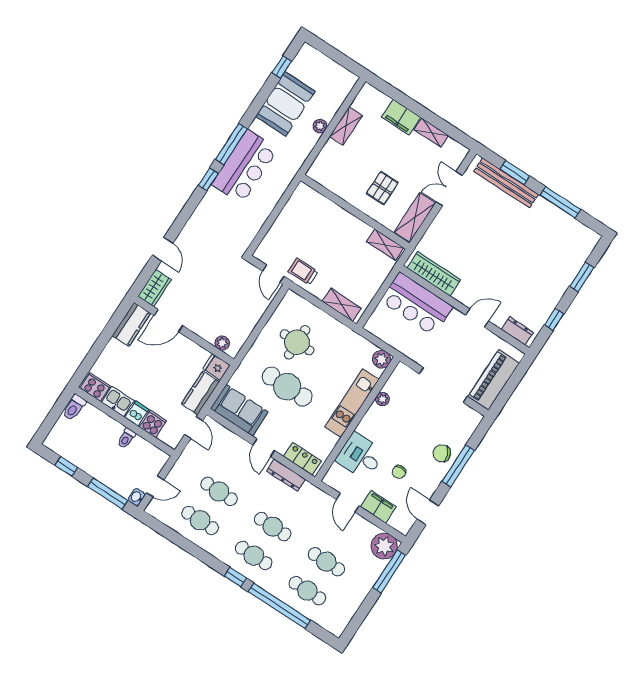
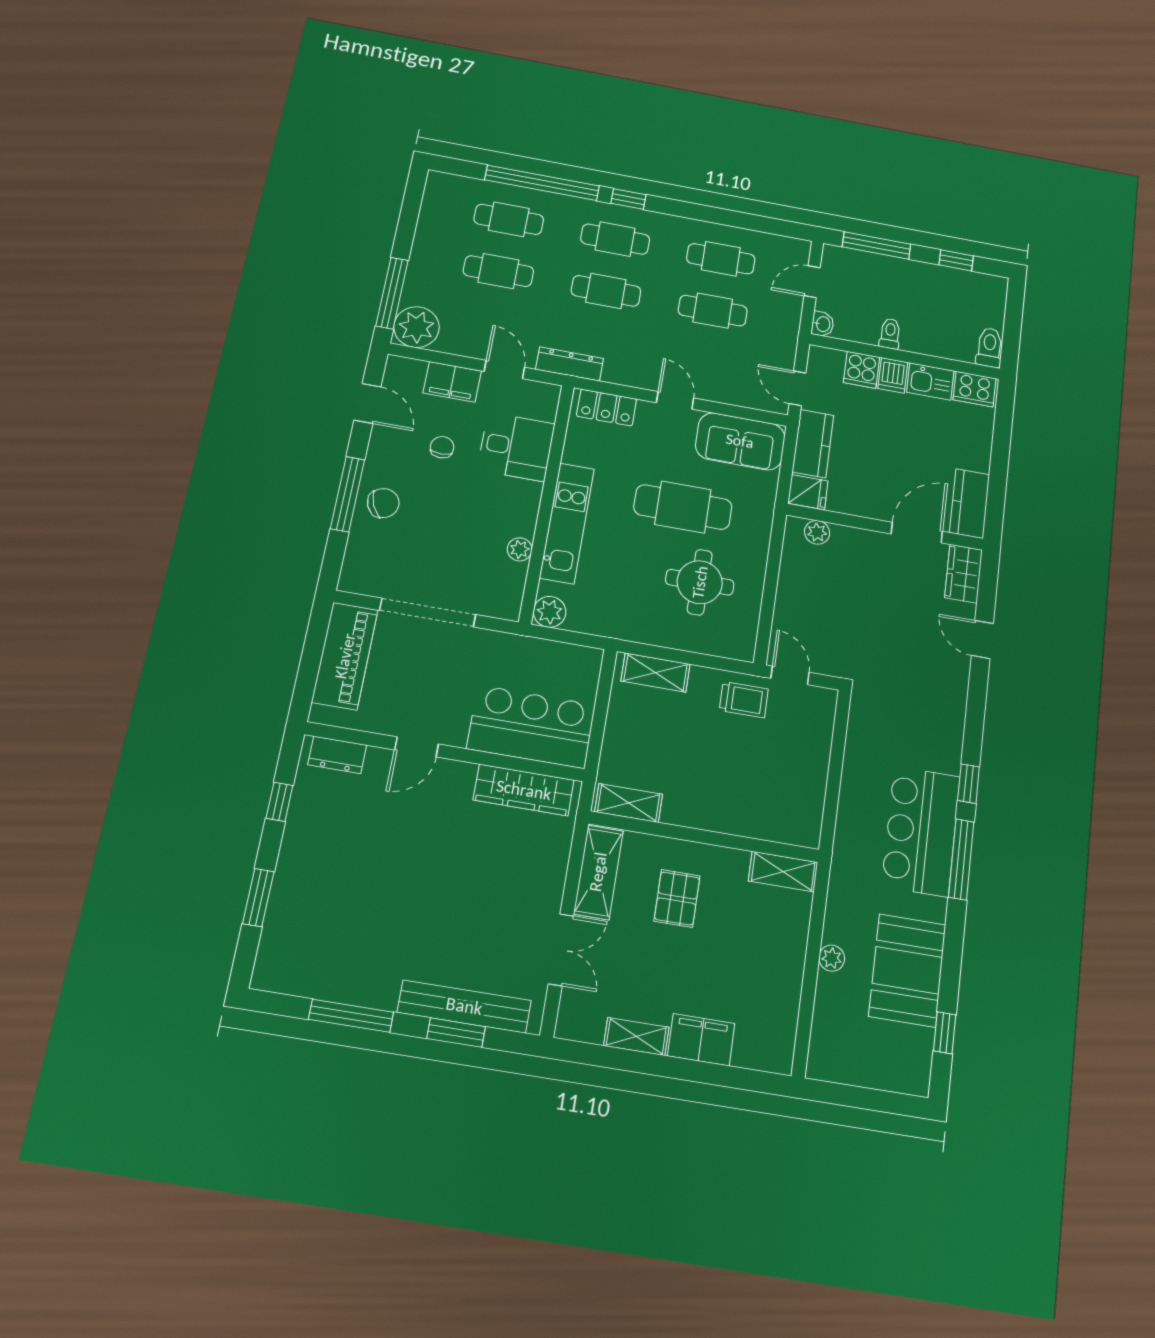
shelving: (346, 126) -> (783, 872), moved, turned 90
dresser: (286, 475) -> (569, 364), moved
washbasin: (137, 497) -> (823, 324), moved

